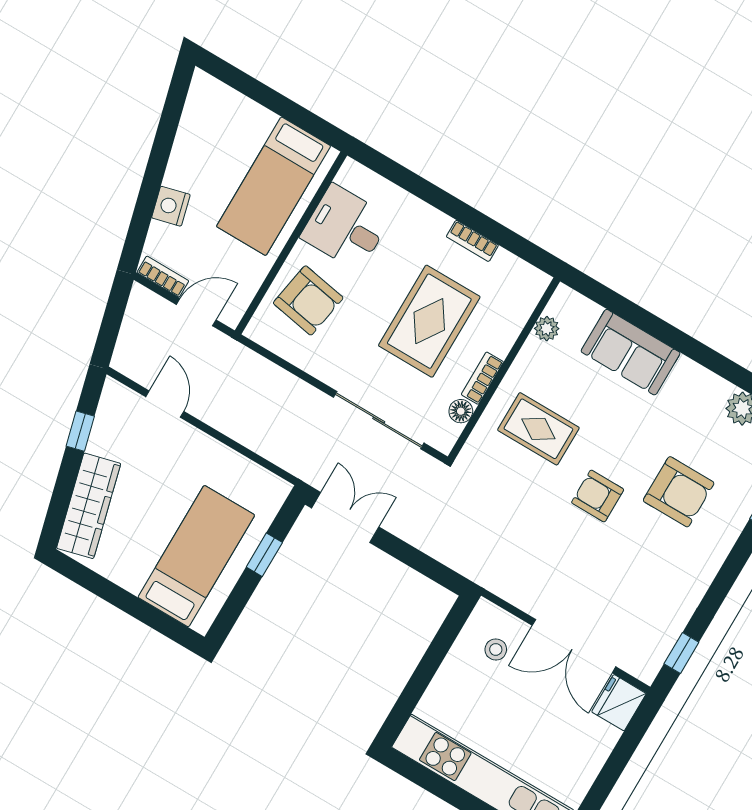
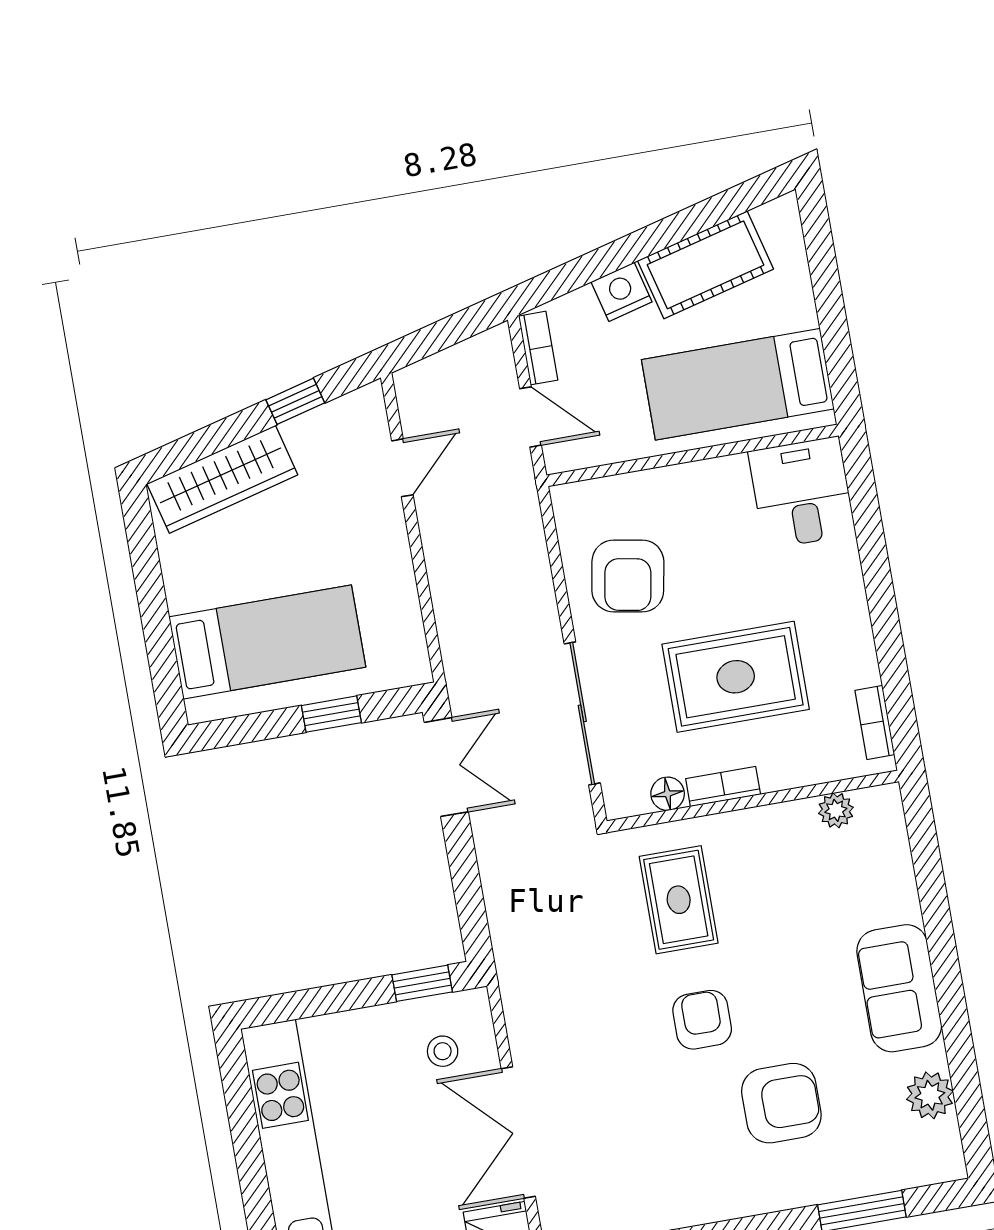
cot: (195, 149) -> (705, 265), added
desk: (346, 228) -> (802, 493), moved
bookcase: (472, 241) -> (875, 723), moved
armchair: (308, 300) -> (628, 576), moved
sofa: (631, 352) -> (899, 988), moved
rug: (538, 429) -> (679, 900), moved
armchair: (679, 492) -> (781, 1103), turned -90
window: (450, 629) -> (422, 983), added

